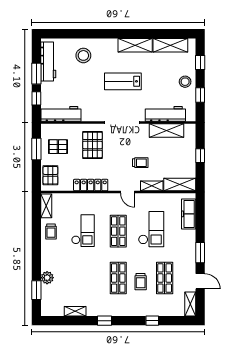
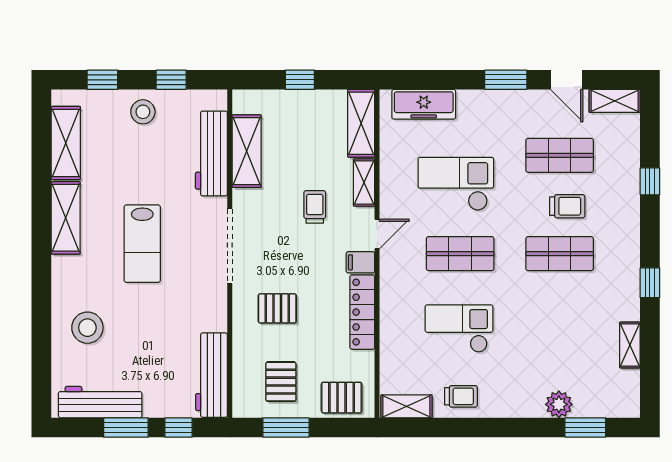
pallet: (92, 145) -> (277, 308), width x0.67, depth x0.71
filing cabinet: (114, 184) -> (360, 262), added
door: (200, 281) -> (567, 80), swing flipped

